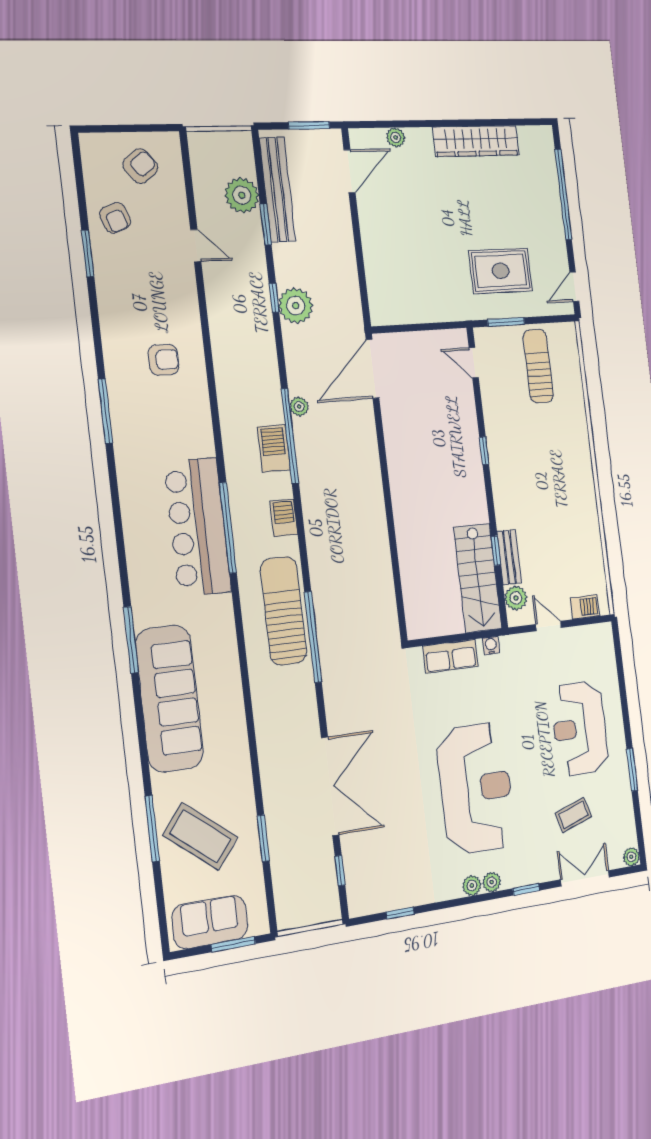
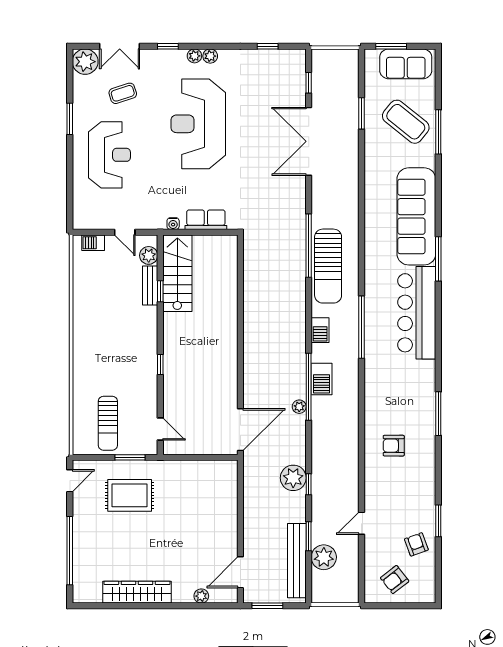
door: (196, 246) -> (361, 523), hinge flipped
bar counter: (198, 527) -> (417, 313), moved, turned 180
plant: (631, 857) -> (85, 62), width x1.88, depth x1.88

